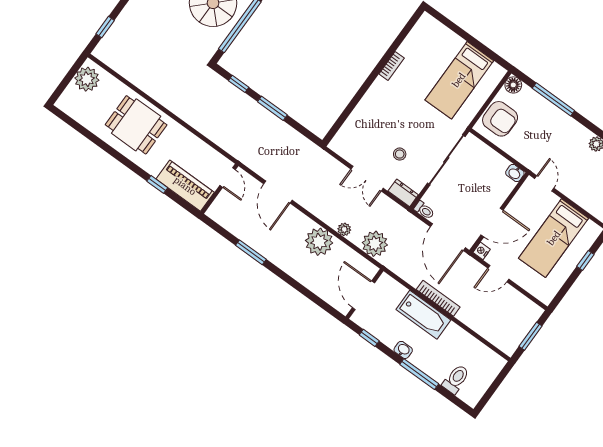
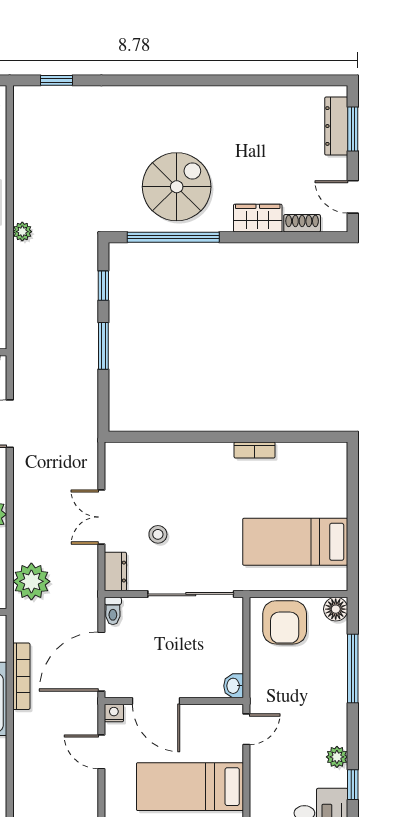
plant: (344, 229) -> (22, 232), moved
bookcase: (438, 298) -> (21, 676), moved

